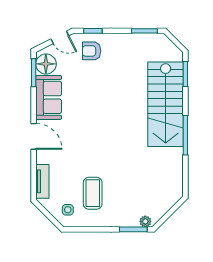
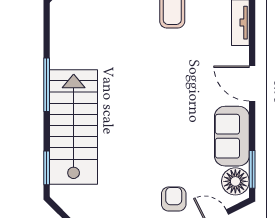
armchair: (92, 51) -> (174, 199), turned -90

